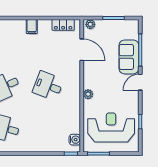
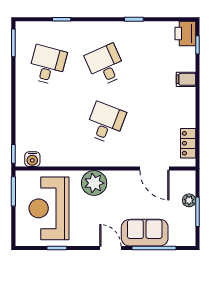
plant: (90, 24) -> (189, 200), moved
filing cabinet: (32, 27) -> (186, 79), moved
door: (82, 50) -> (154, 169), hinge flipped
plant: (88, 94) -> (94, 183), width x1.87, depth x1.87
reception desk: (111, 127) -> (49, 208), turned 180

